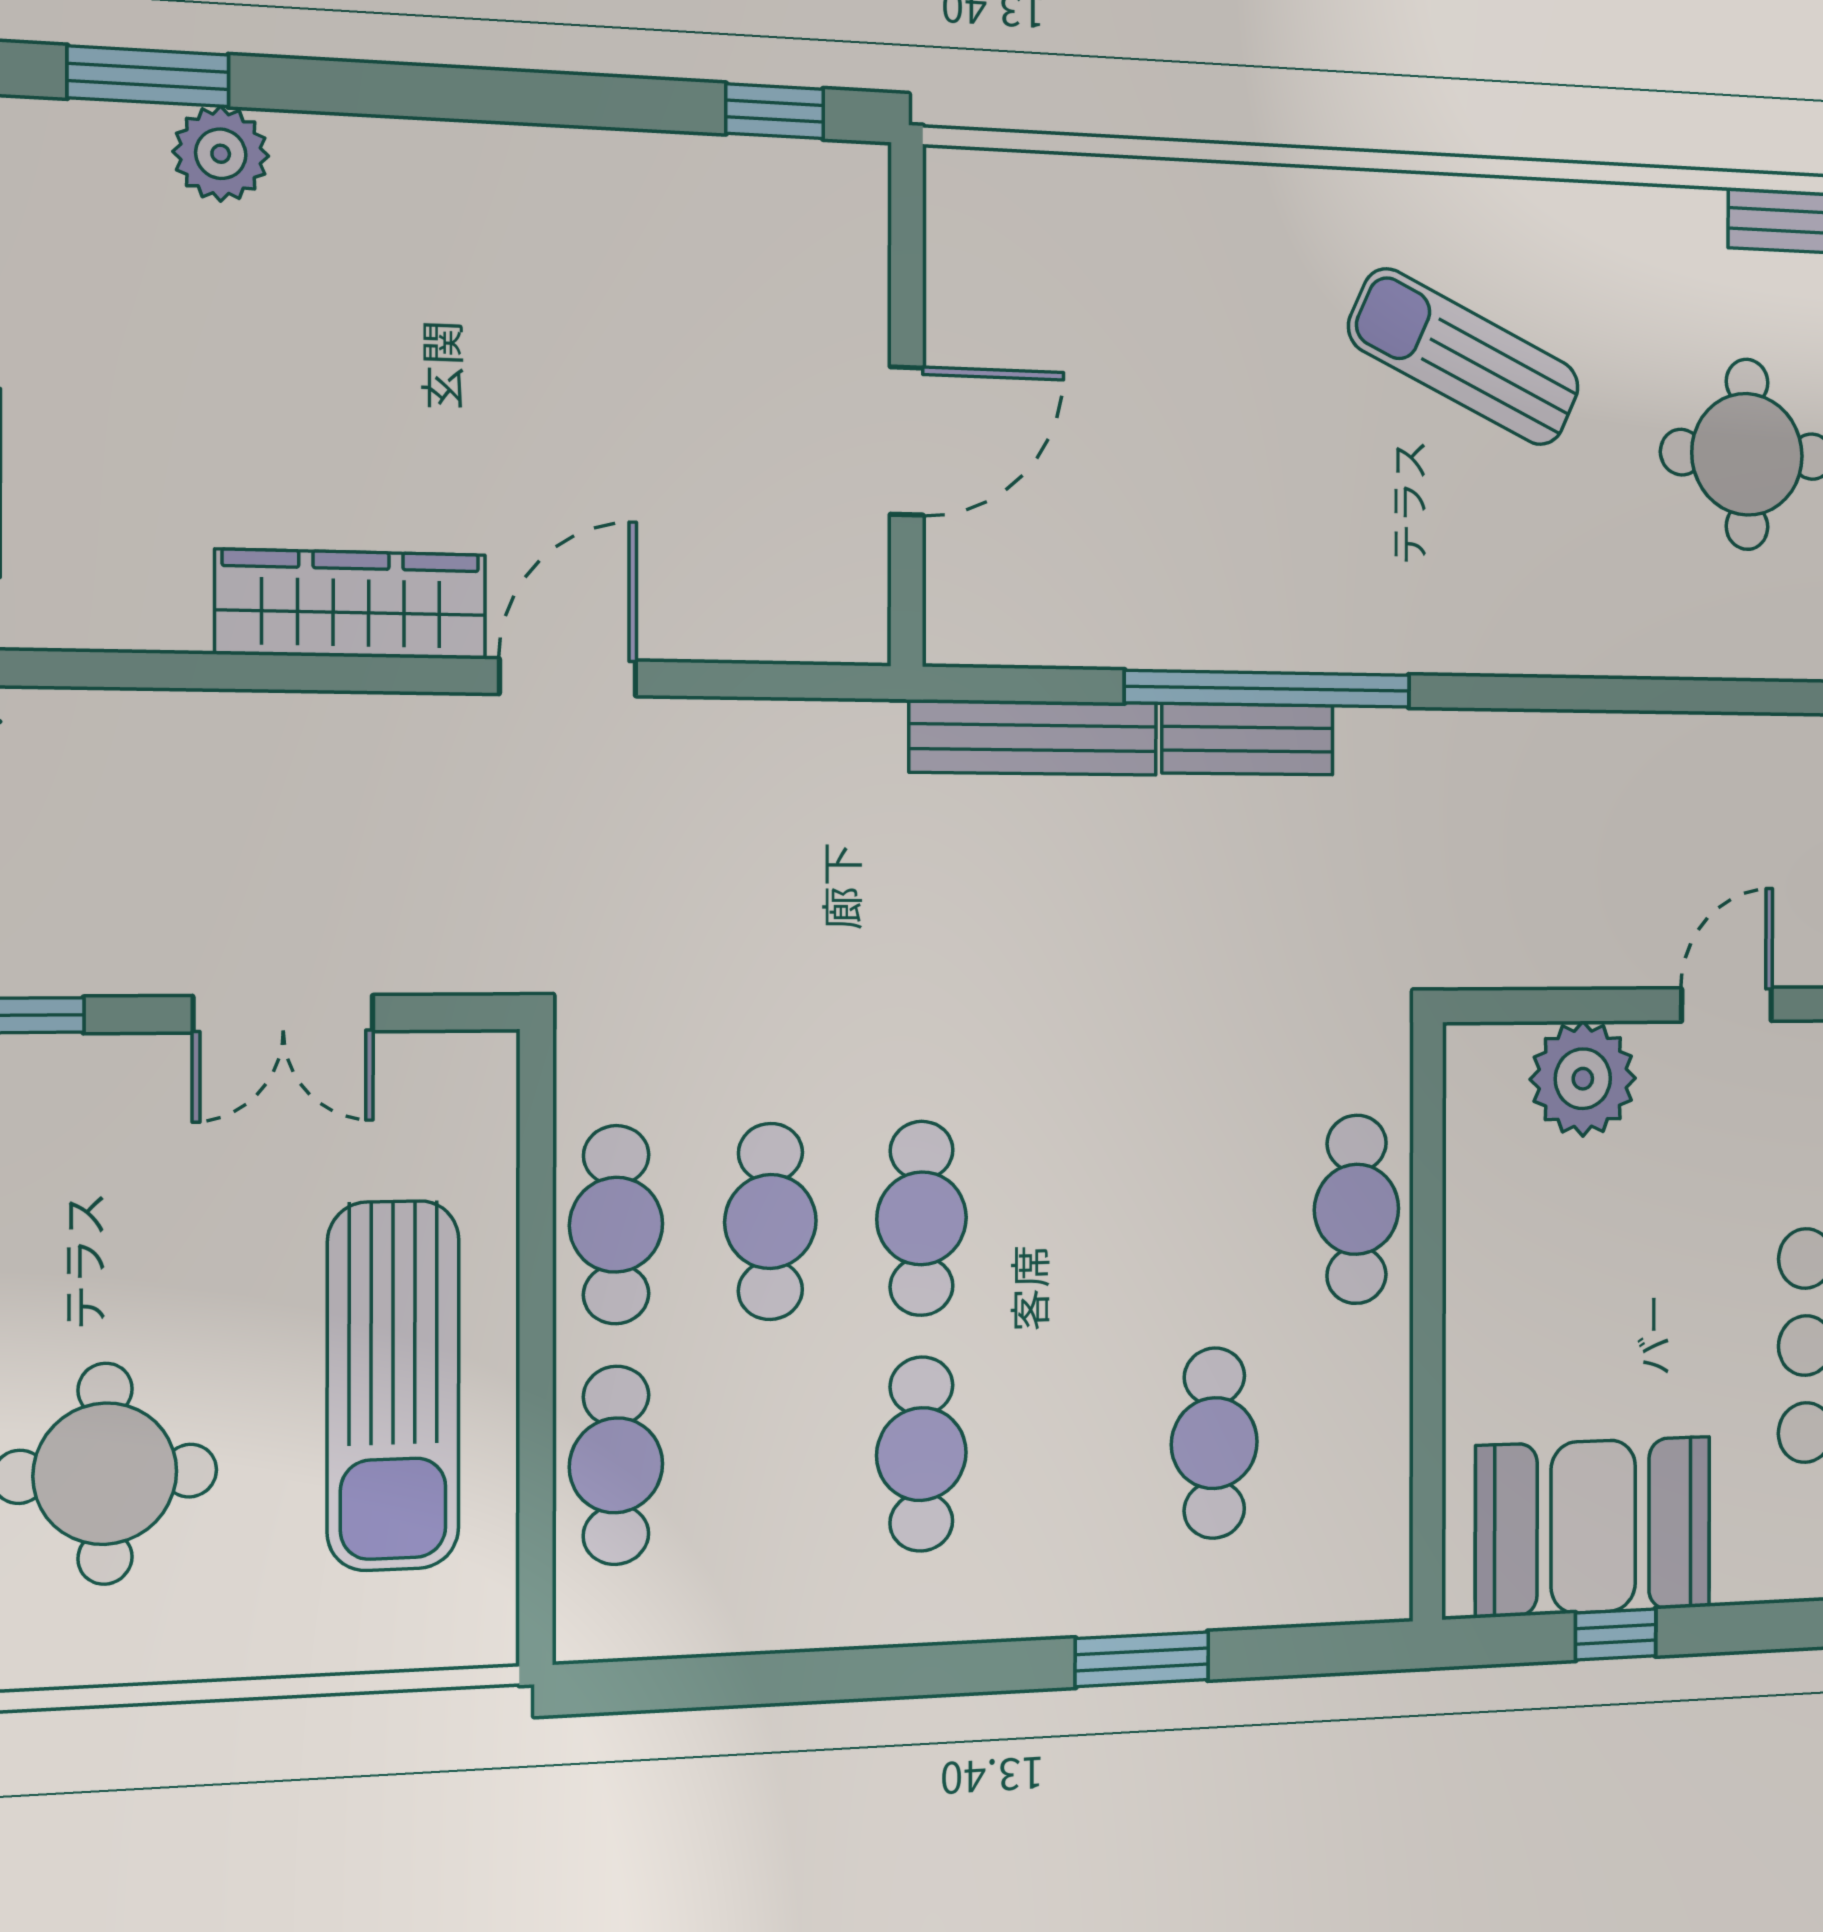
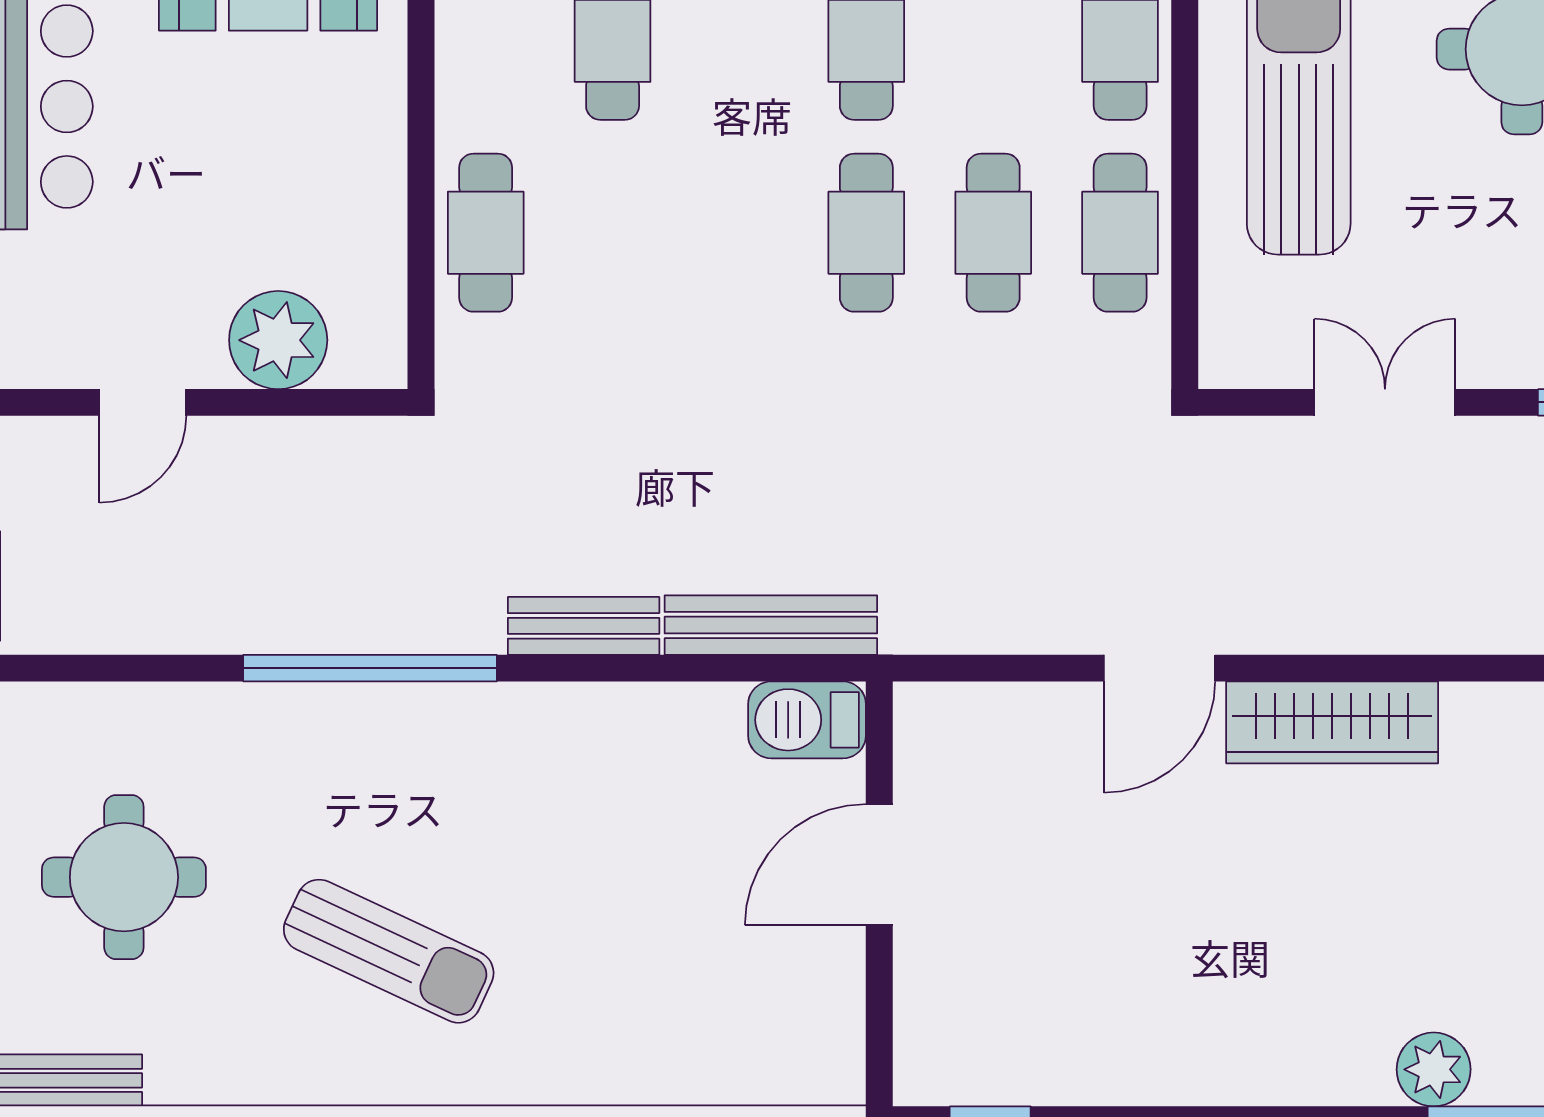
barbecue: (991, 621) -> (807, 720), added
window: (1268, 689) -> (370, 668), moved

